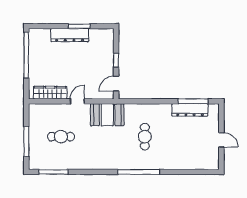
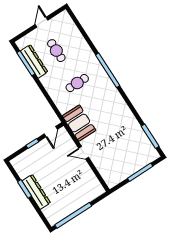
door: (116, 84) -> (51, 132), hinge flipped
wardrobe: (50, 93) -> (90, 178), removed
cafe table: (61, 137) -> (56, 51), moved

